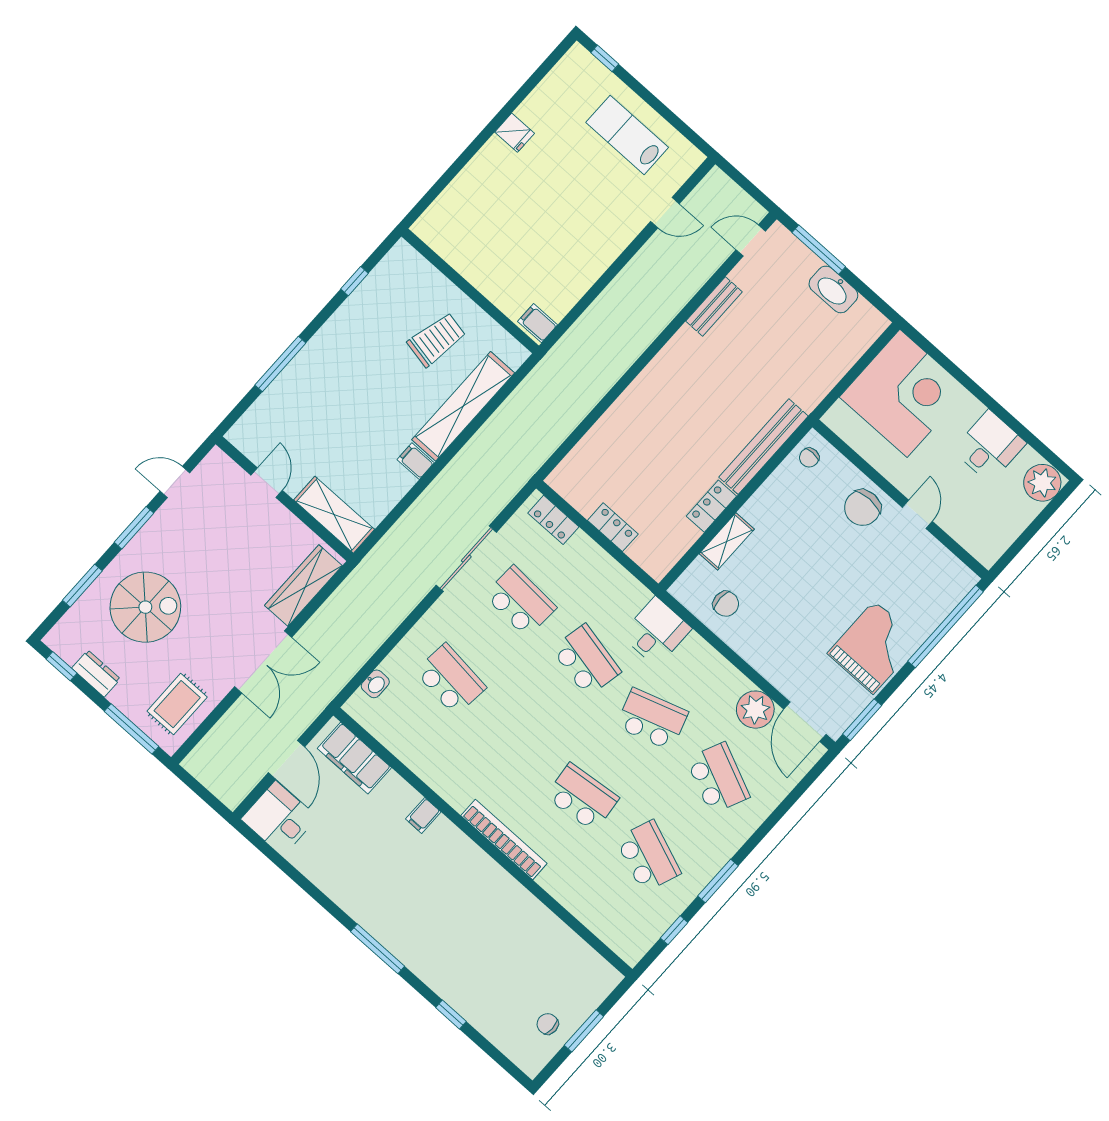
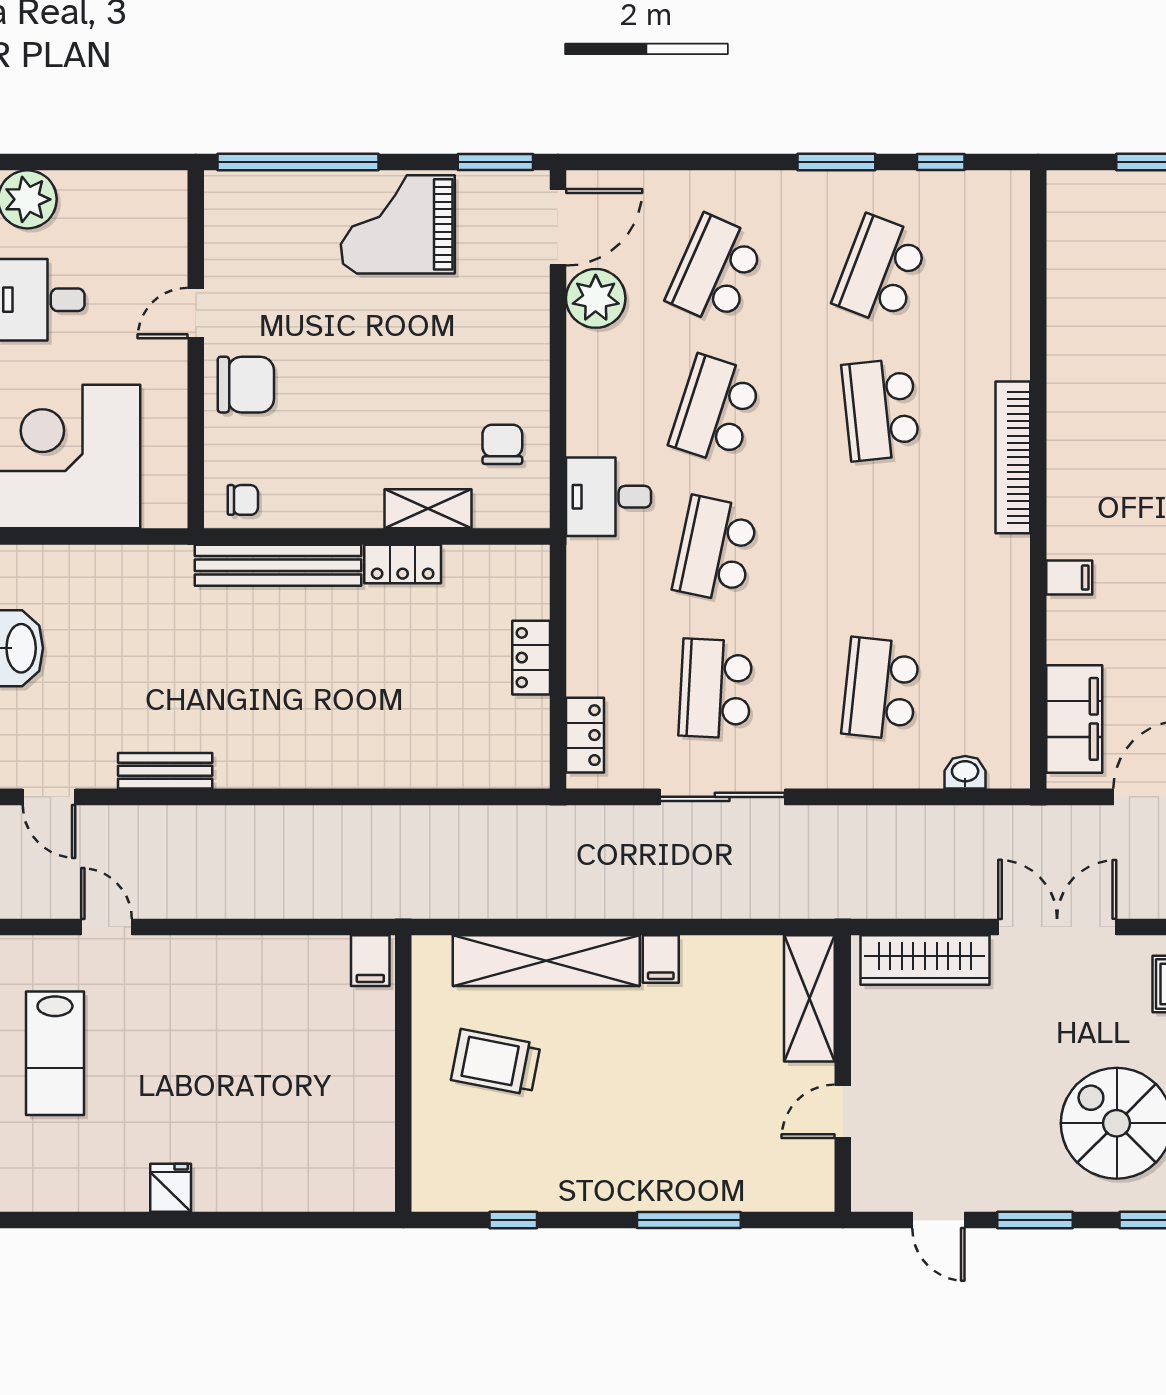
school desk: (652, 719) -> (716, 410), turned 36

